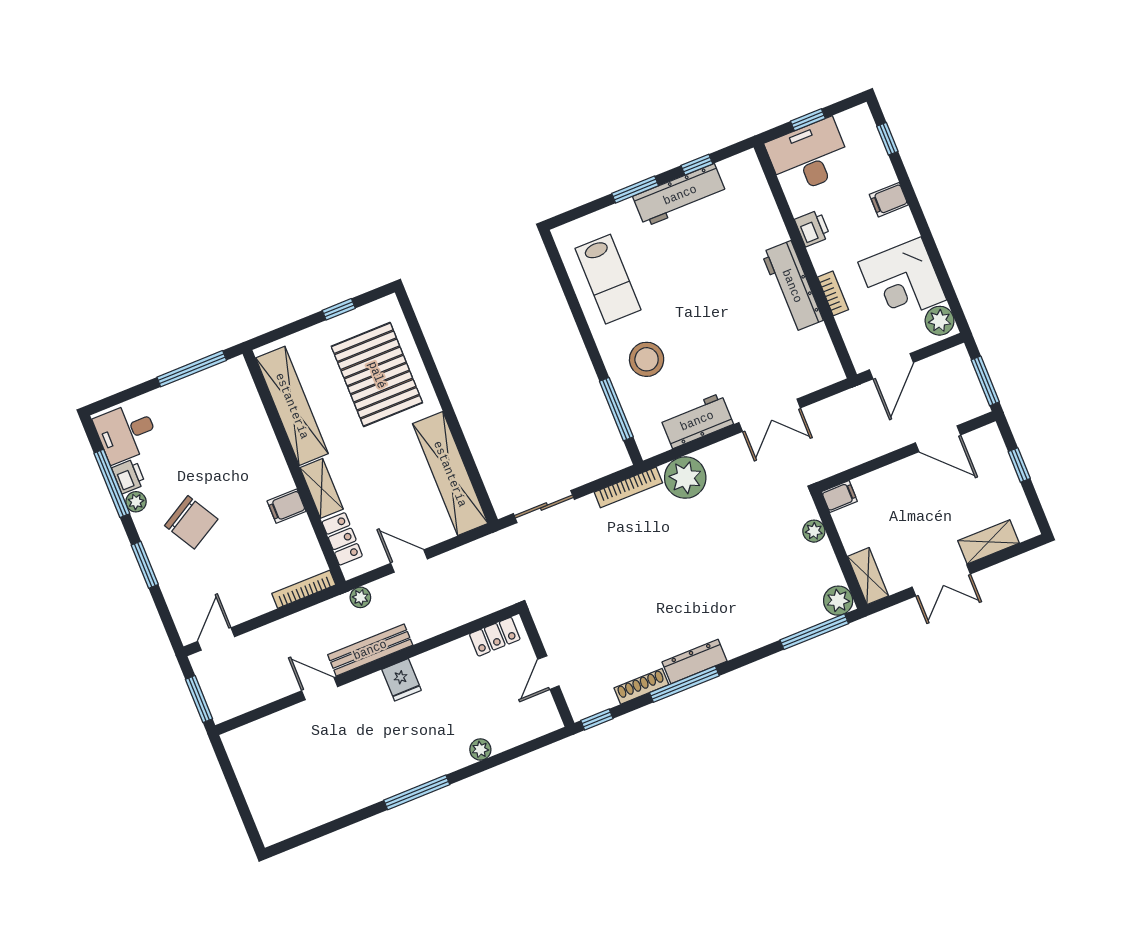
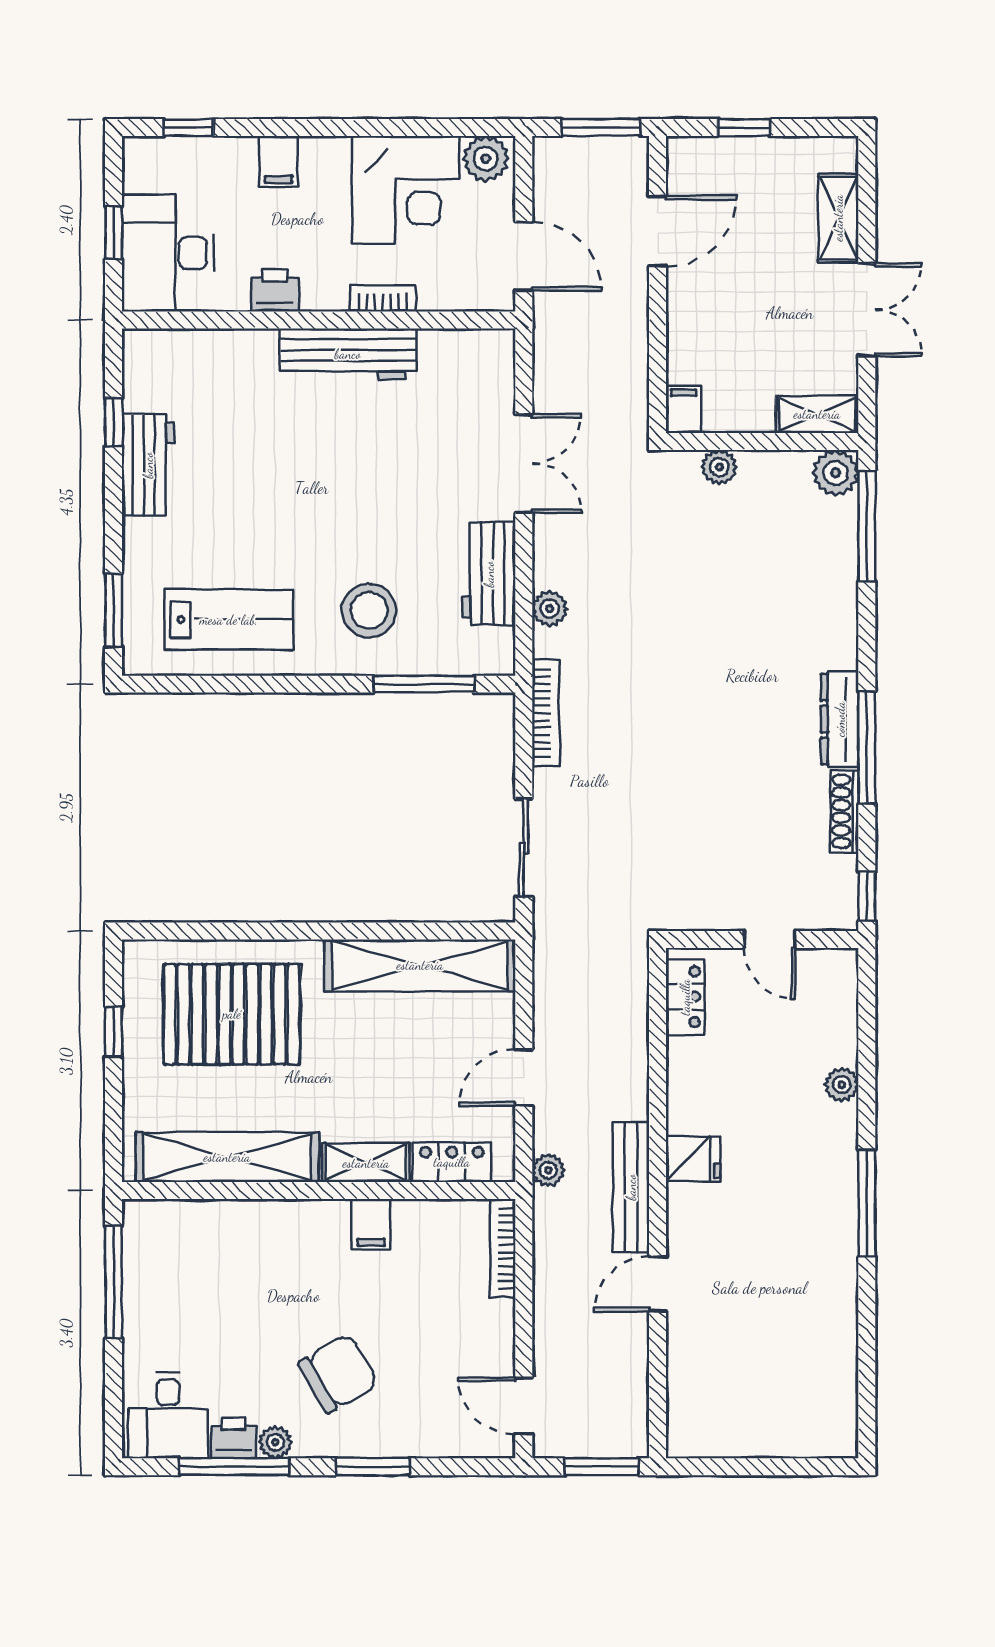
window: (635, 190) -> (114, 610), moved
workbench: (680, 195) -> (148, 465), width x0.73
plant: (685, 478) -> (550, 609), width x0.53, depth x0.53

